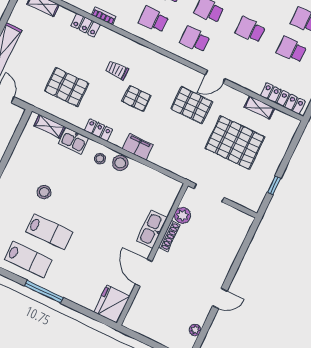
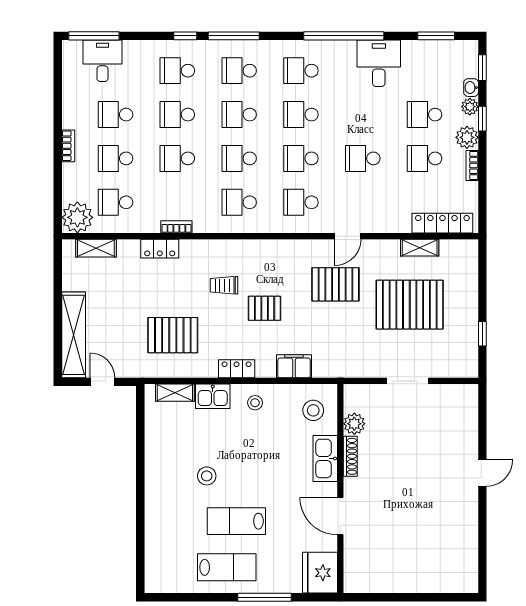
stool: (120, 163) -> (313, 410), moved
plant: (182, 215) -> (354, 424), moved
kitchen sink: (152, 229) -> (325, 458), moved
lab bench: (50, 232) -> (236, 521), turned 180
shoe rack: (169, 236) -> (350, 456), moved
wall: (152, 254) -> (340, 489), moved
door: (144, 273) -> (340, 516), moved
door: (220, 298) -> (482, 473), moved
fridge: (112, 304) -> (320, 573), moved
plant: (195, 330) -> (471, 556), removed

